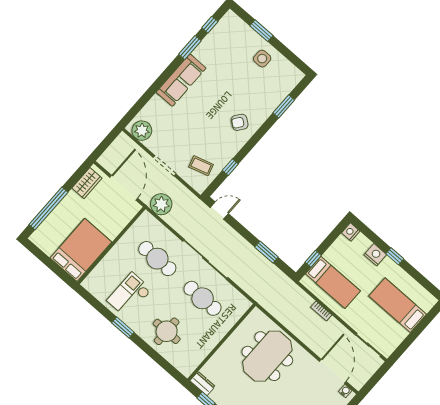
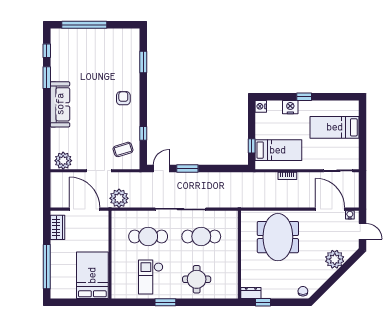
window: (261, 31) -> (84, 25), width x2.11
side table: (262, 59) -> (101, 43), removed
armchair: (240, 122) -> (123, 98), turned 143
window: (267, 252) -> (187, 169), moved

